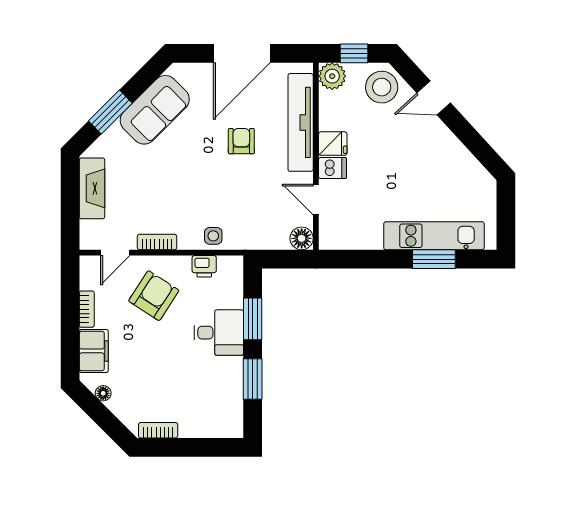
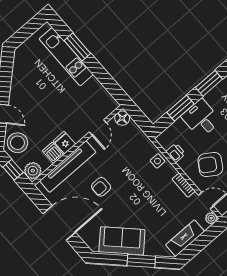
dishwasher: (332, 168) -> (53, 153), moved
plant: (89, 241) -> (211, 218), added

